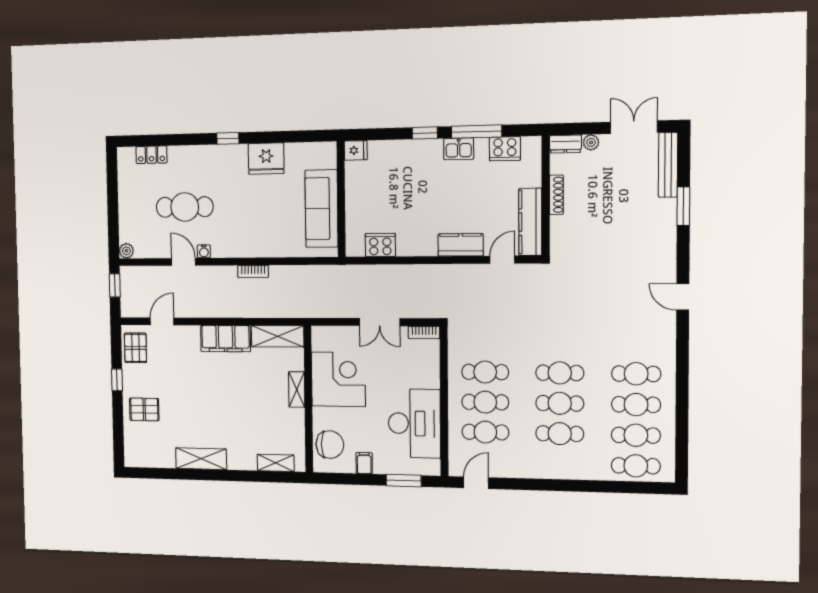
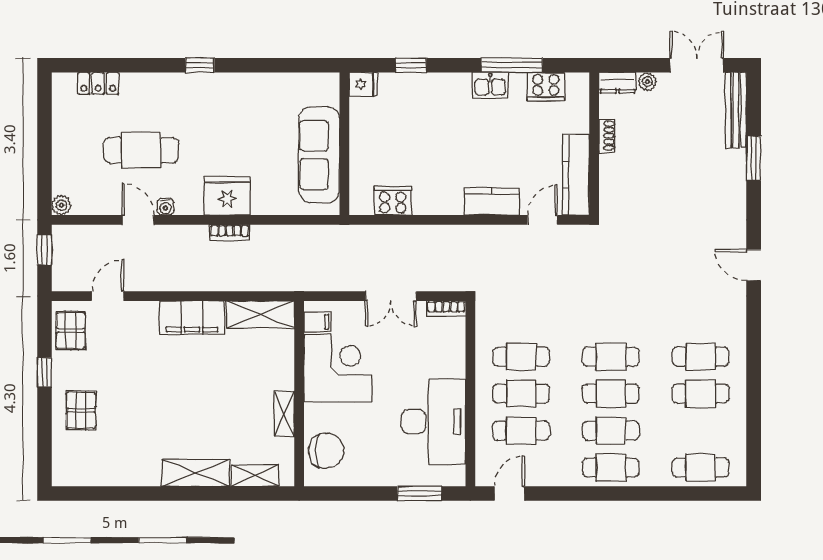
window: (425, 133) -> (411, 65), moved
fridge: (266, 159) -> (227, 196), moved, turned 180
shoe rack: (556, 195) -> (607, 136), width x0.70
shelving: (297, 389) -> (284, 414), moved
pallet: (144, 409) -> (81, 410), turned 90
cafe table: (636, 435) -> (611, 467), moved
shelving: (201, 459) -> (196, 473), moved
filing cabinet: (364, 463) -> (317, 322), moved, turned 90

